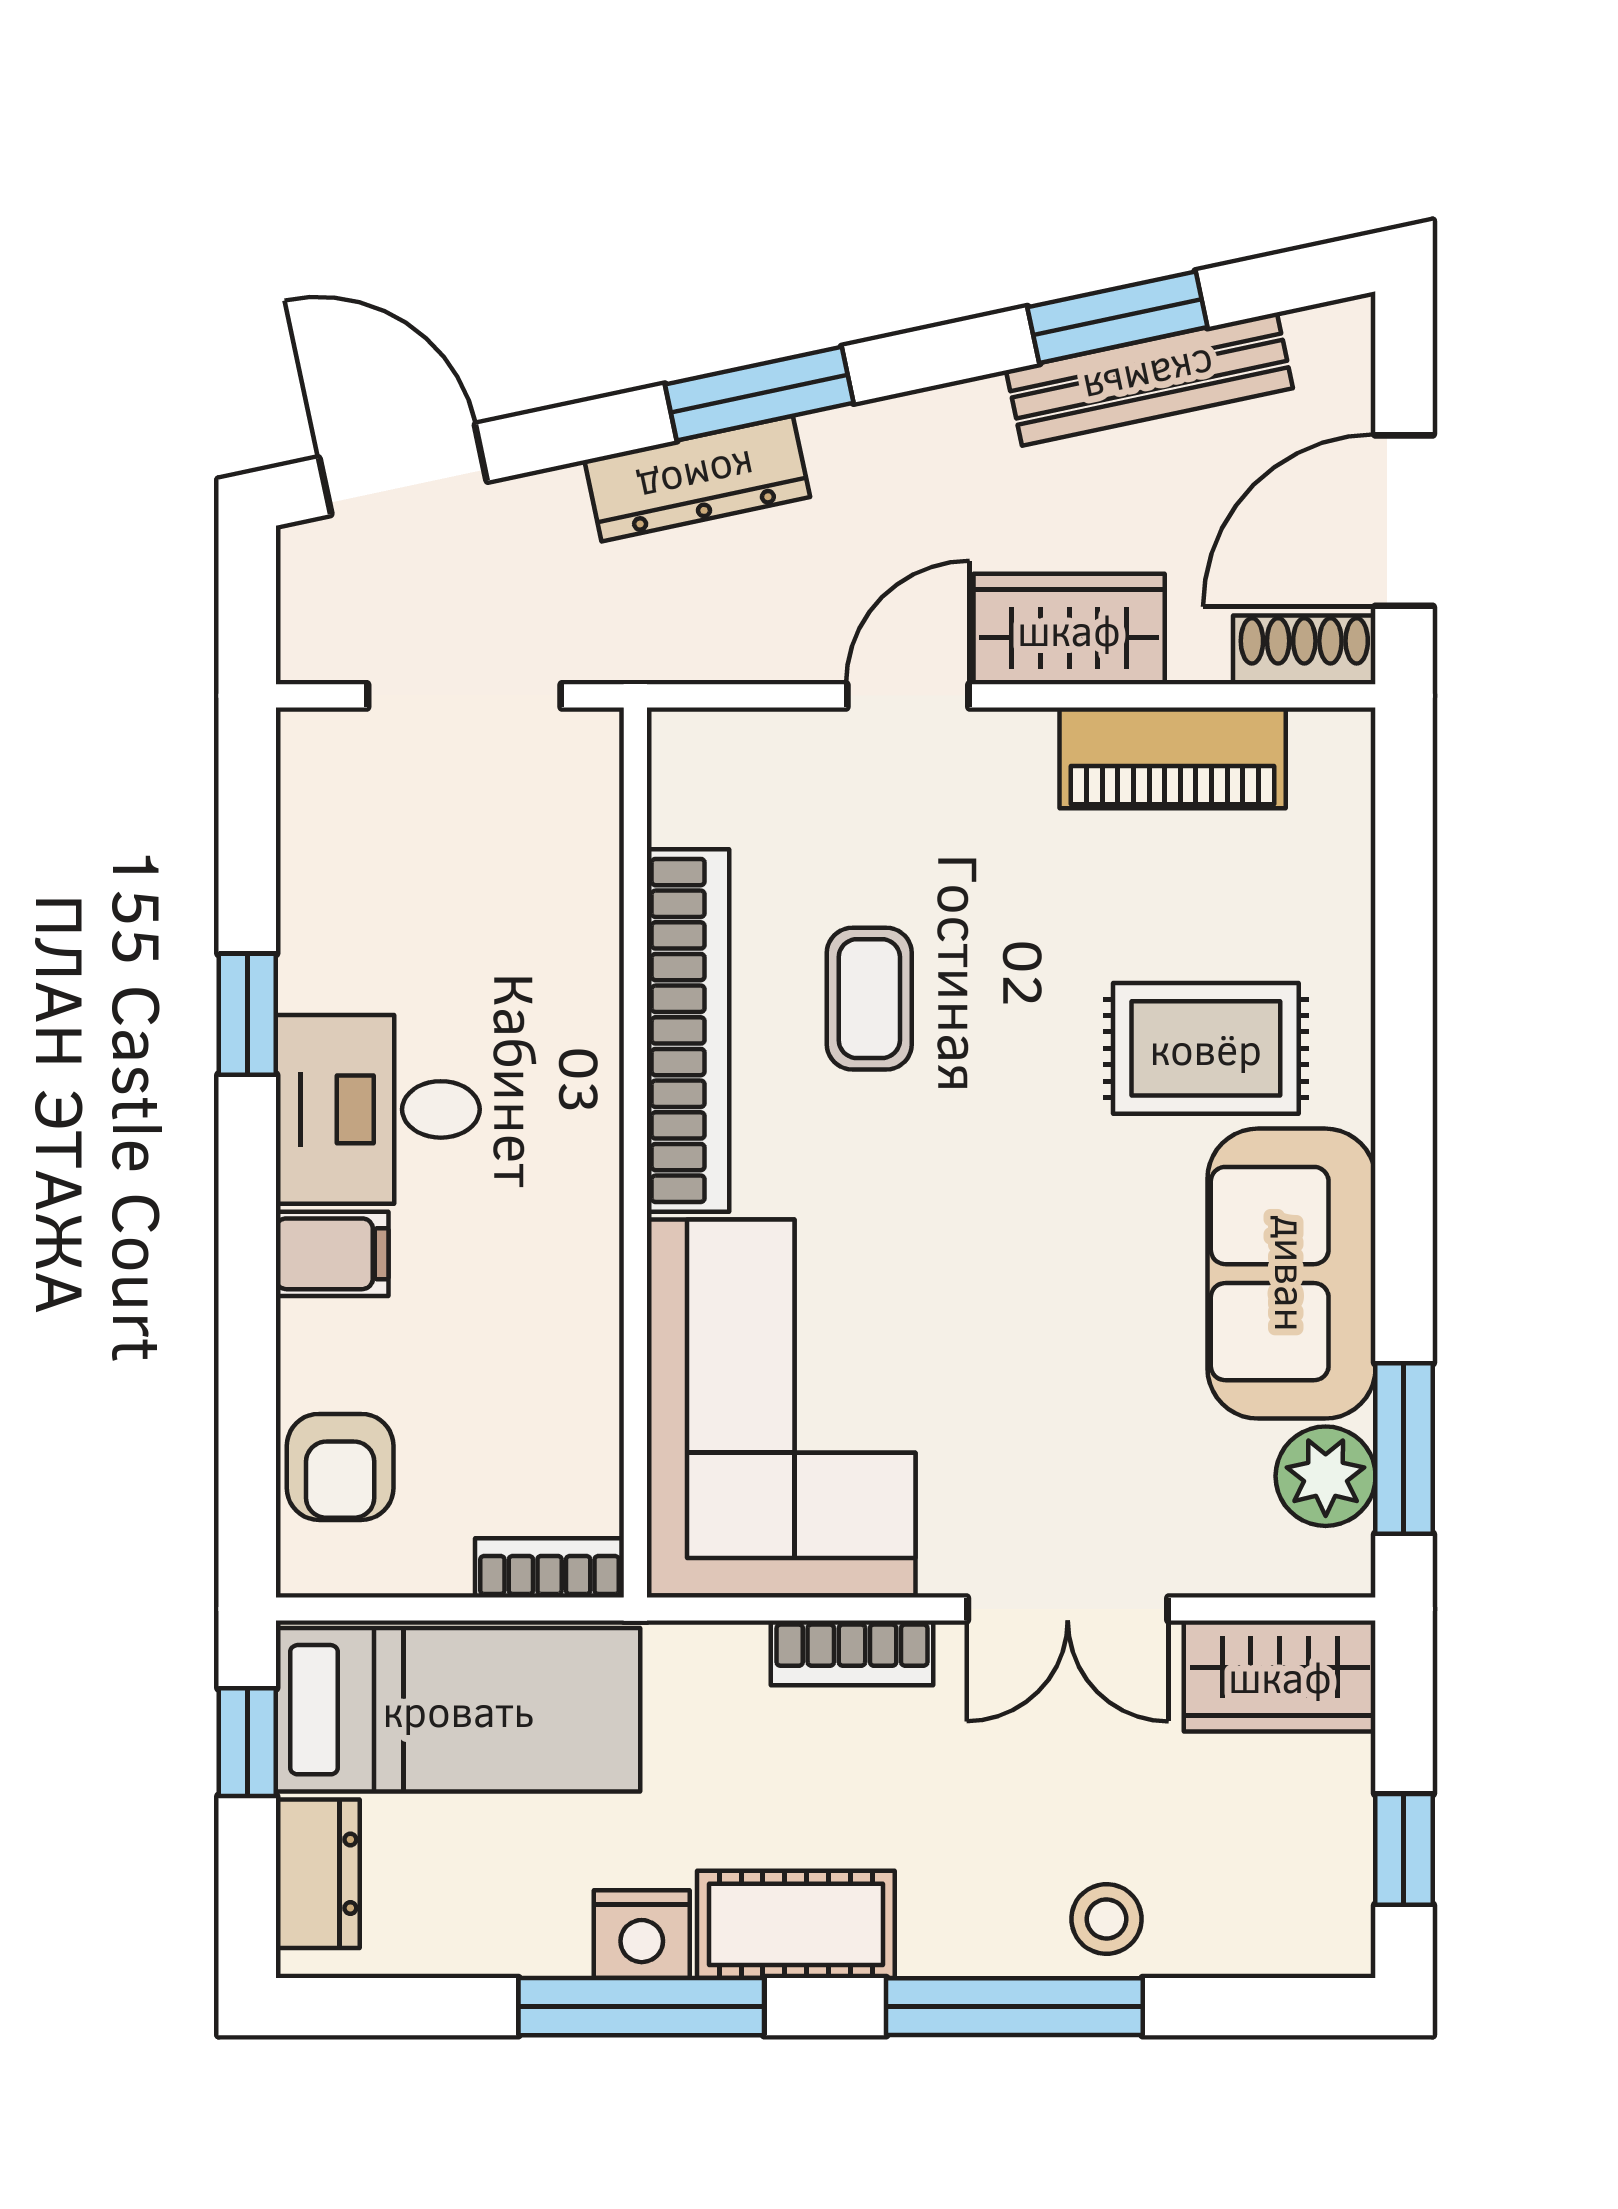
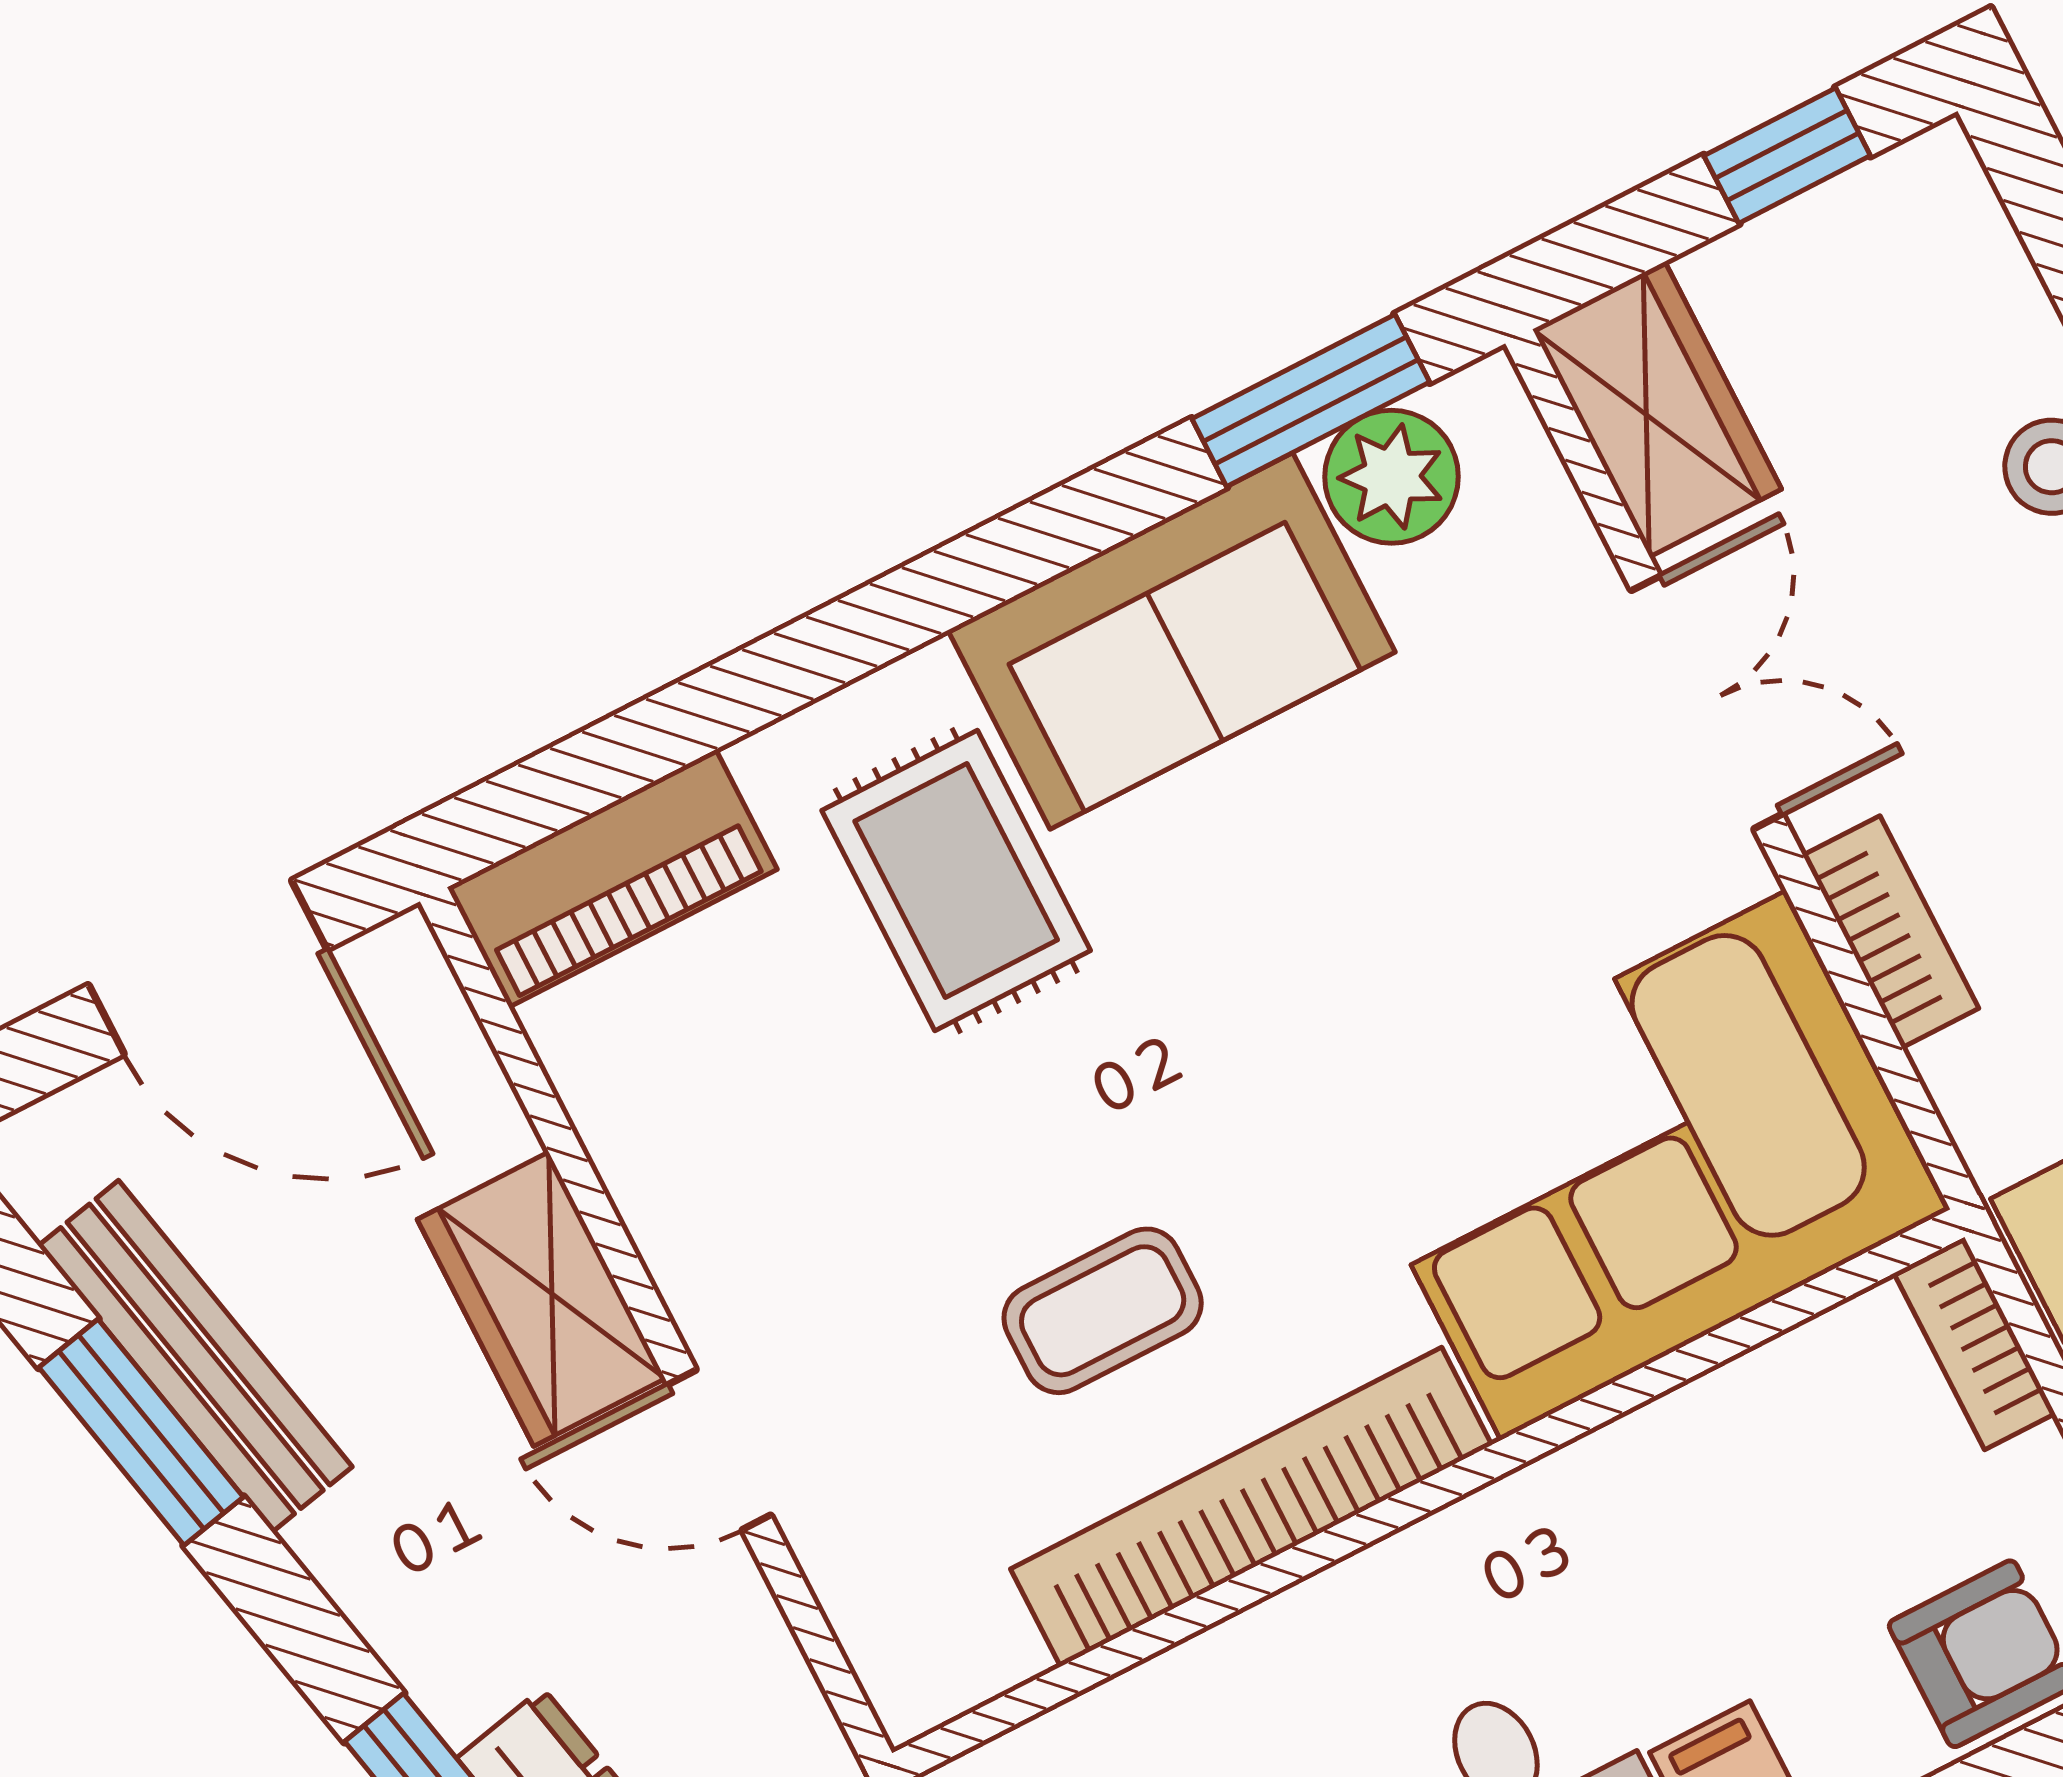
shoe rack: (1304, 650) -> (422, 1007), removed
piano: (1173, 758) -> (612, 878), moved, turned 90

